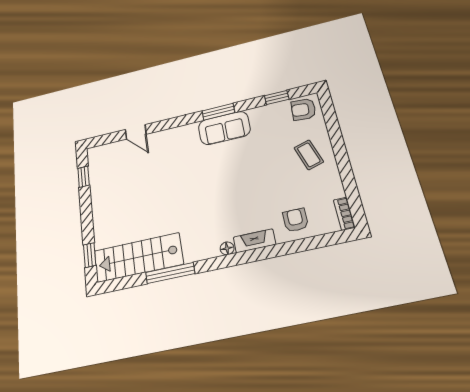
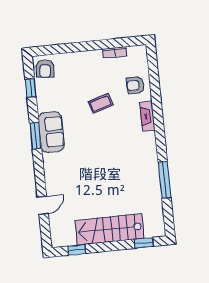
coffee table: (309, 155) -> (101, 103), moved
bookcase: (344, 214) -> (115, 52), moved
floor lamp: (227, 248) -> (151, 137), removed
stairs: (138, 257) -> (109, 229), moved, turned 90

